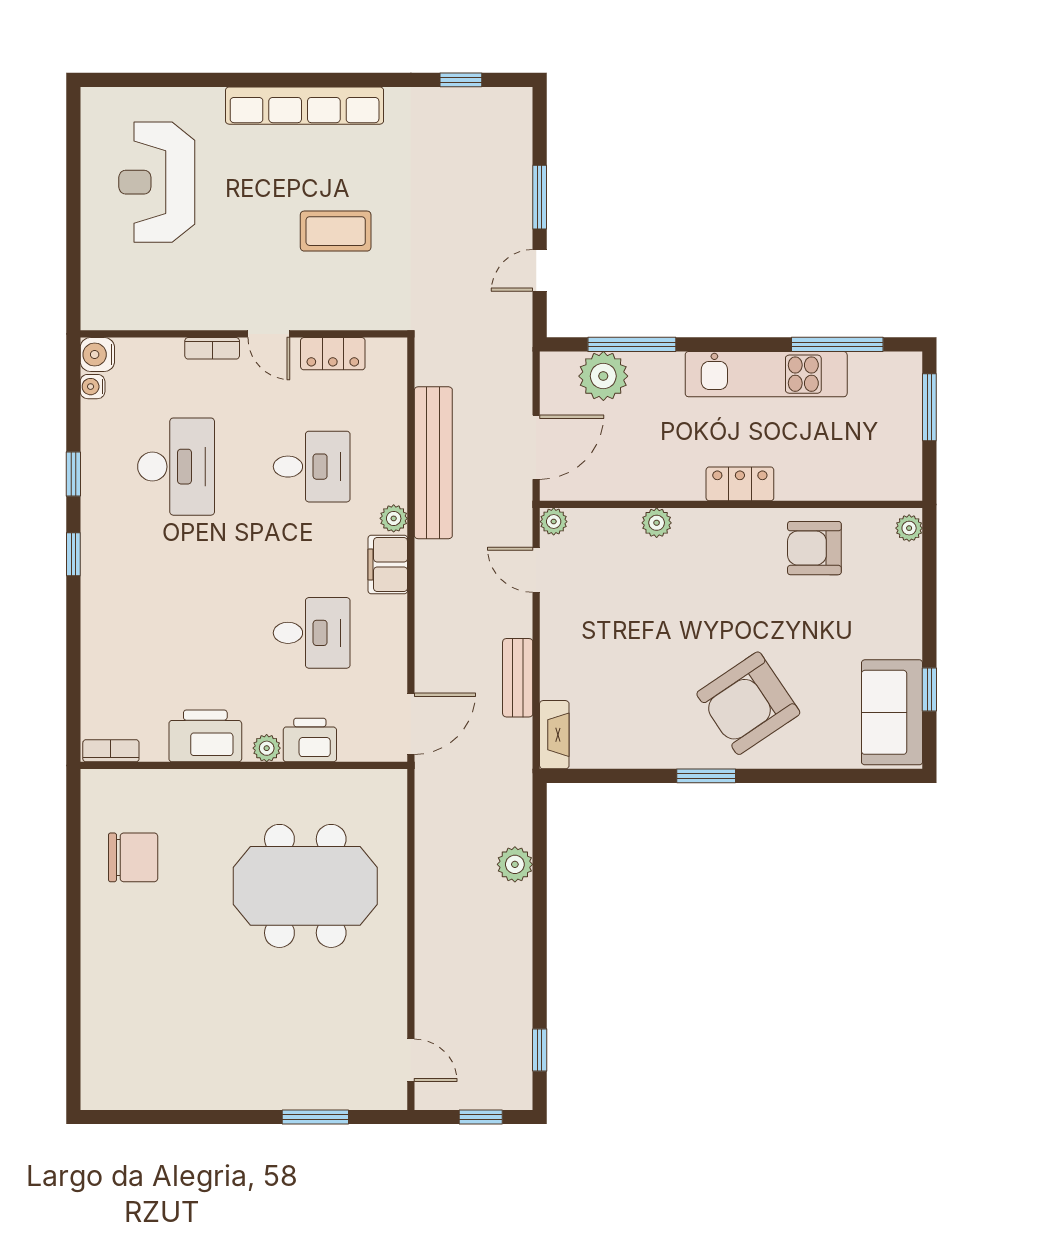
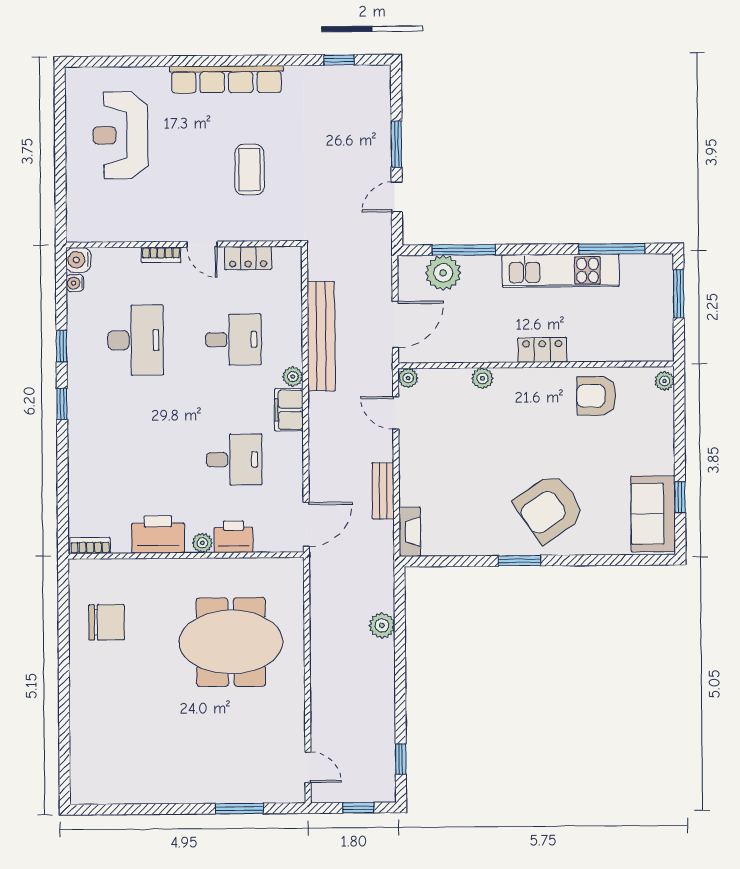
coffee table: (336, 231) -> (249, 170), turned 90

